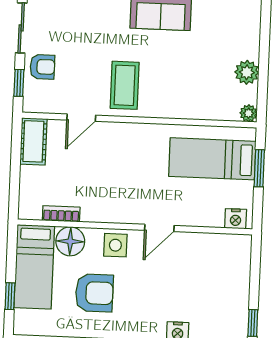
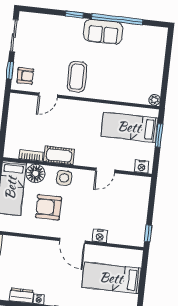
armchair: (42, 67) -> (25, 76), moved
plant: (247, 72) -> (155, 74), removed
cot: (33, 141) -> (59, 155), moved, turned 90
door: (159, 228) -> (105, 170), moved
armchair: (94, 293) -> (48, 207), turned 180

